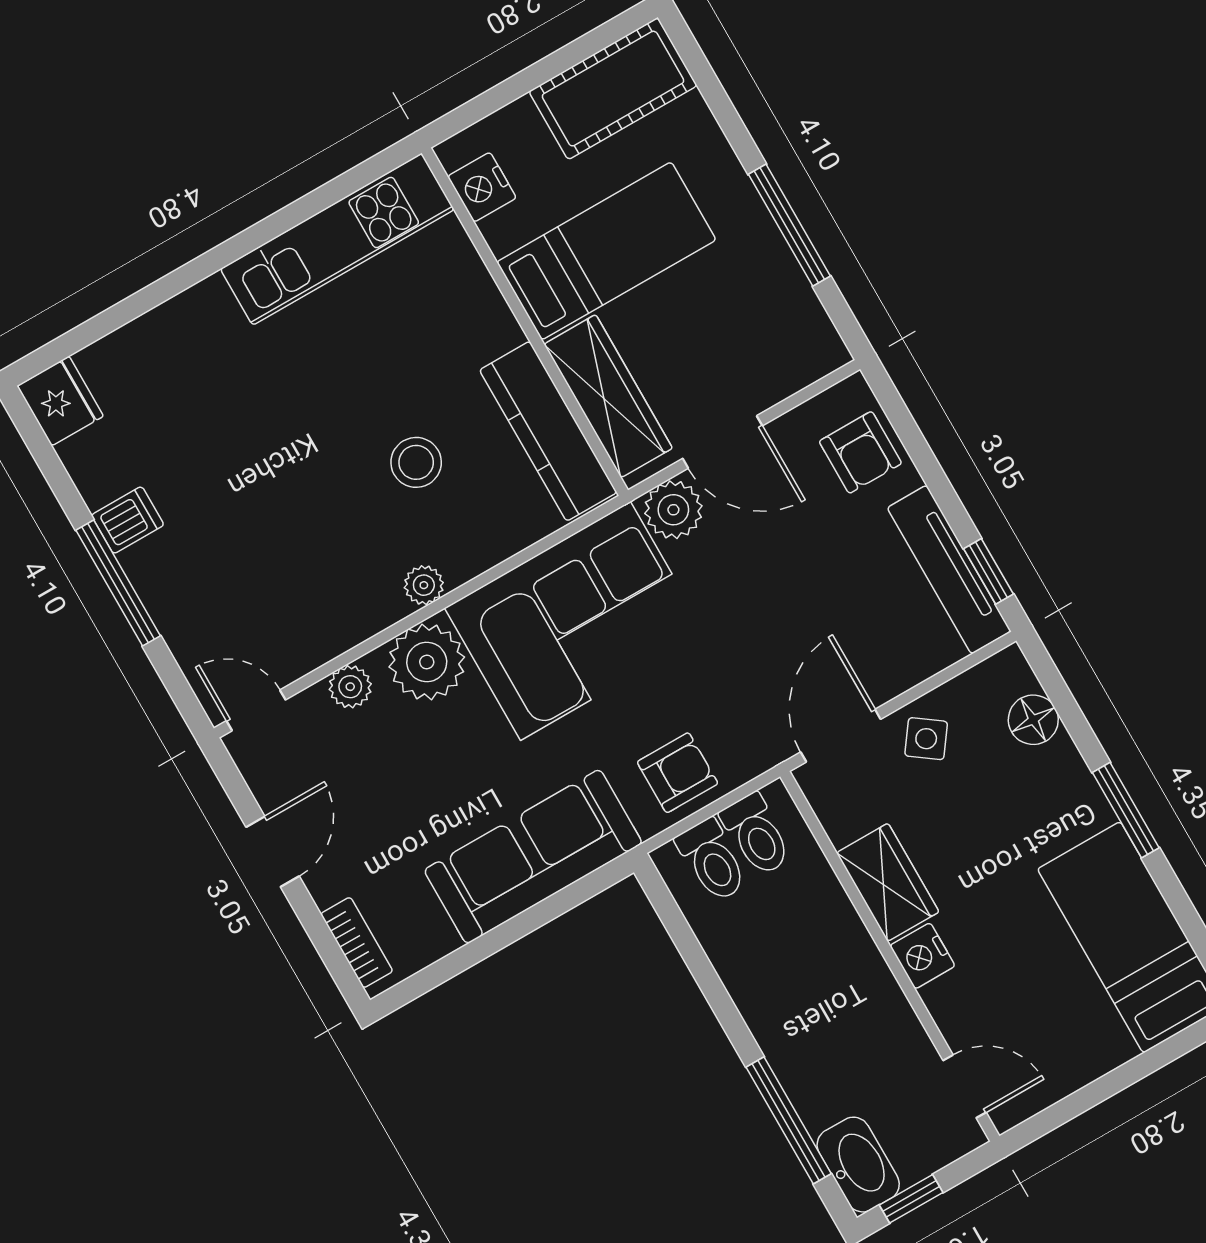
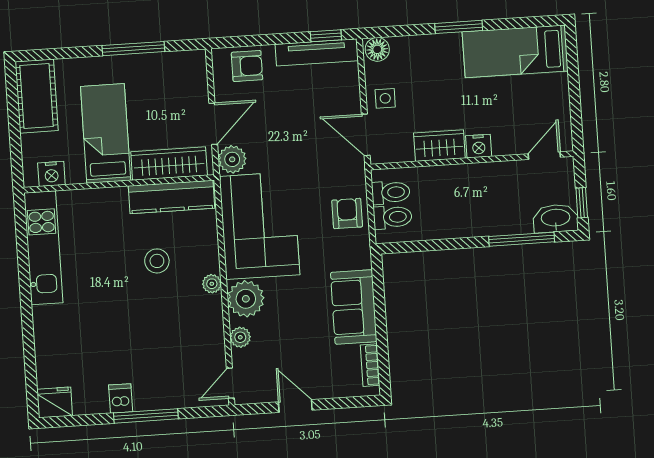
floor lamp: (1033, 720) -> (377, 49), moved
side table: (926, 739) -> (385, 98), turned -36
sofa: (533, 857) -> (354, 307), width x0.73
bookcase: (357, 942) -> (370, 365), moved, turned -90

